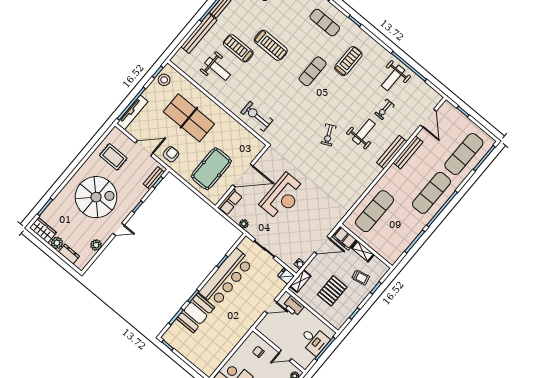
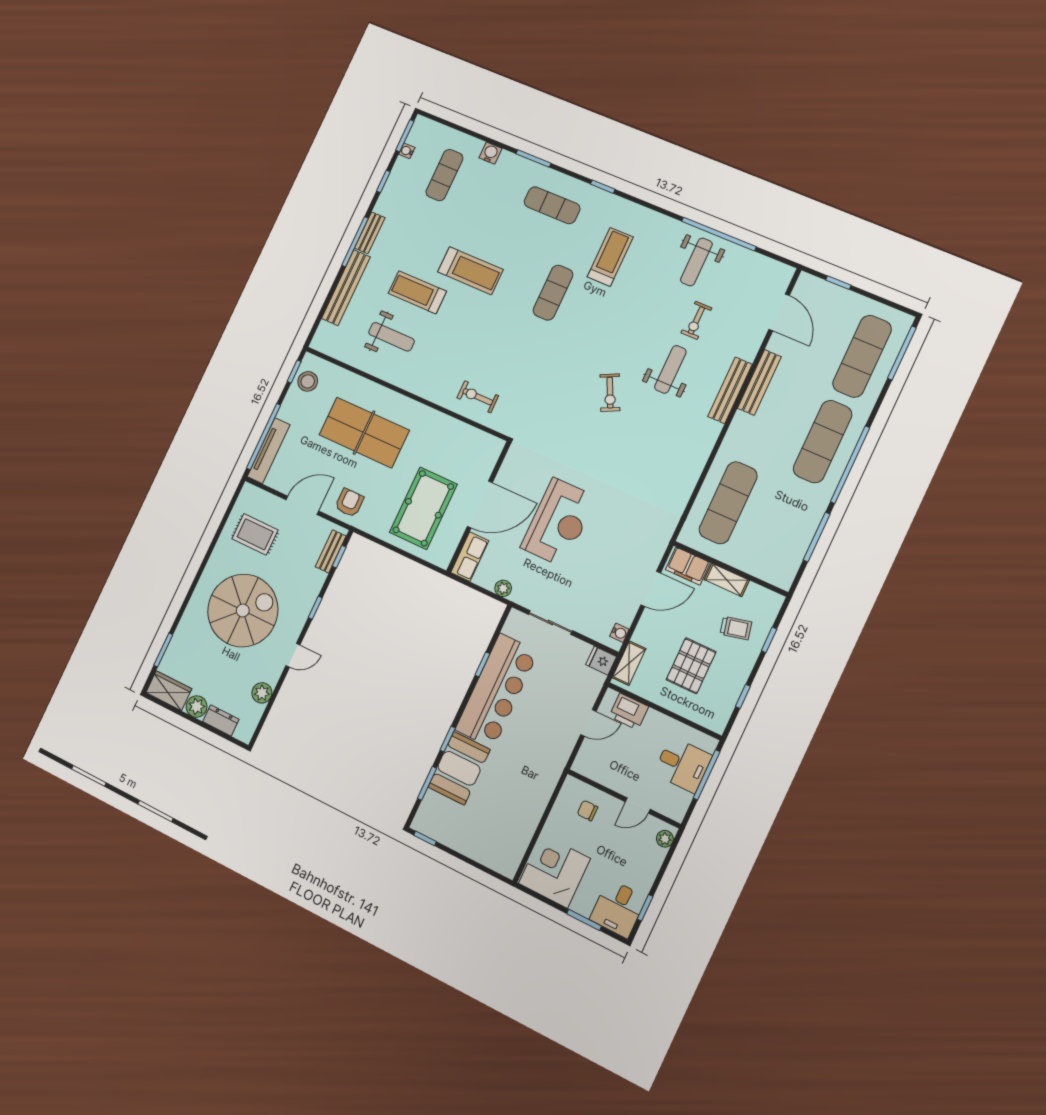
exercise bike: (257, 116) -> (478, 397), width x0.73, depth x0.72

